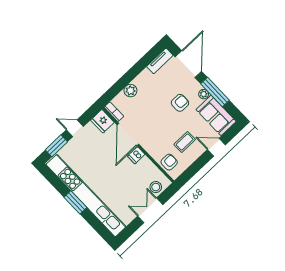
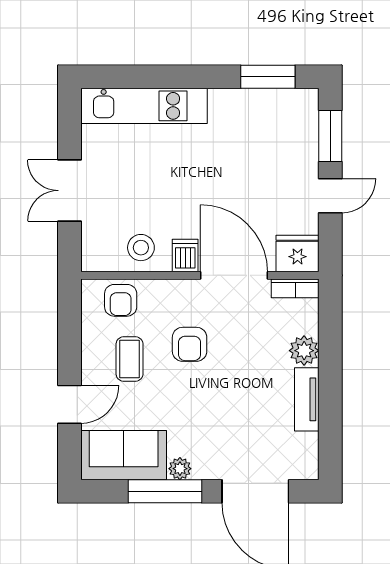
tv unit: (160, 61) -> (307, 399), moved
armchair: (180, 103) -> (190, 344), moved
stool: (156, 187) -> (141, 248), moved
kitchen unit: (86, 196) -> (144, 106), width x0.54
window: (75, 202) -> (268, 77), moved
double door: (150, 210) -> (70, 191), swing flipped

